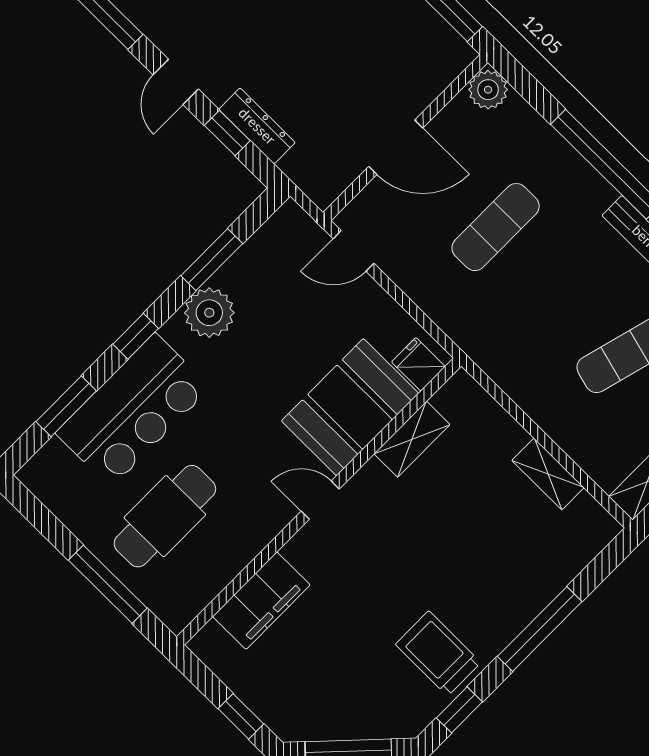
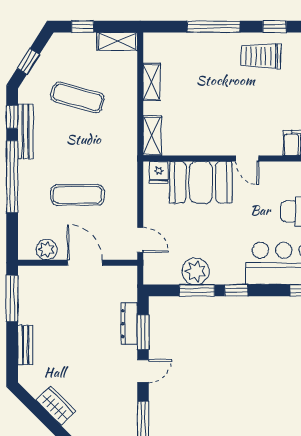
plant: (488, 90) -> (47, 250), moved
window: (227, 133) -> (143, 332), width x1.50
plant: (209, 313) -> (196, 271), moved
window: (136, 336) -> (236, 290), moved
shelving: (412, 439) -> (152, 136), moved, turned 90
trolley: (438, 653) -> (261, 56), turned 91

